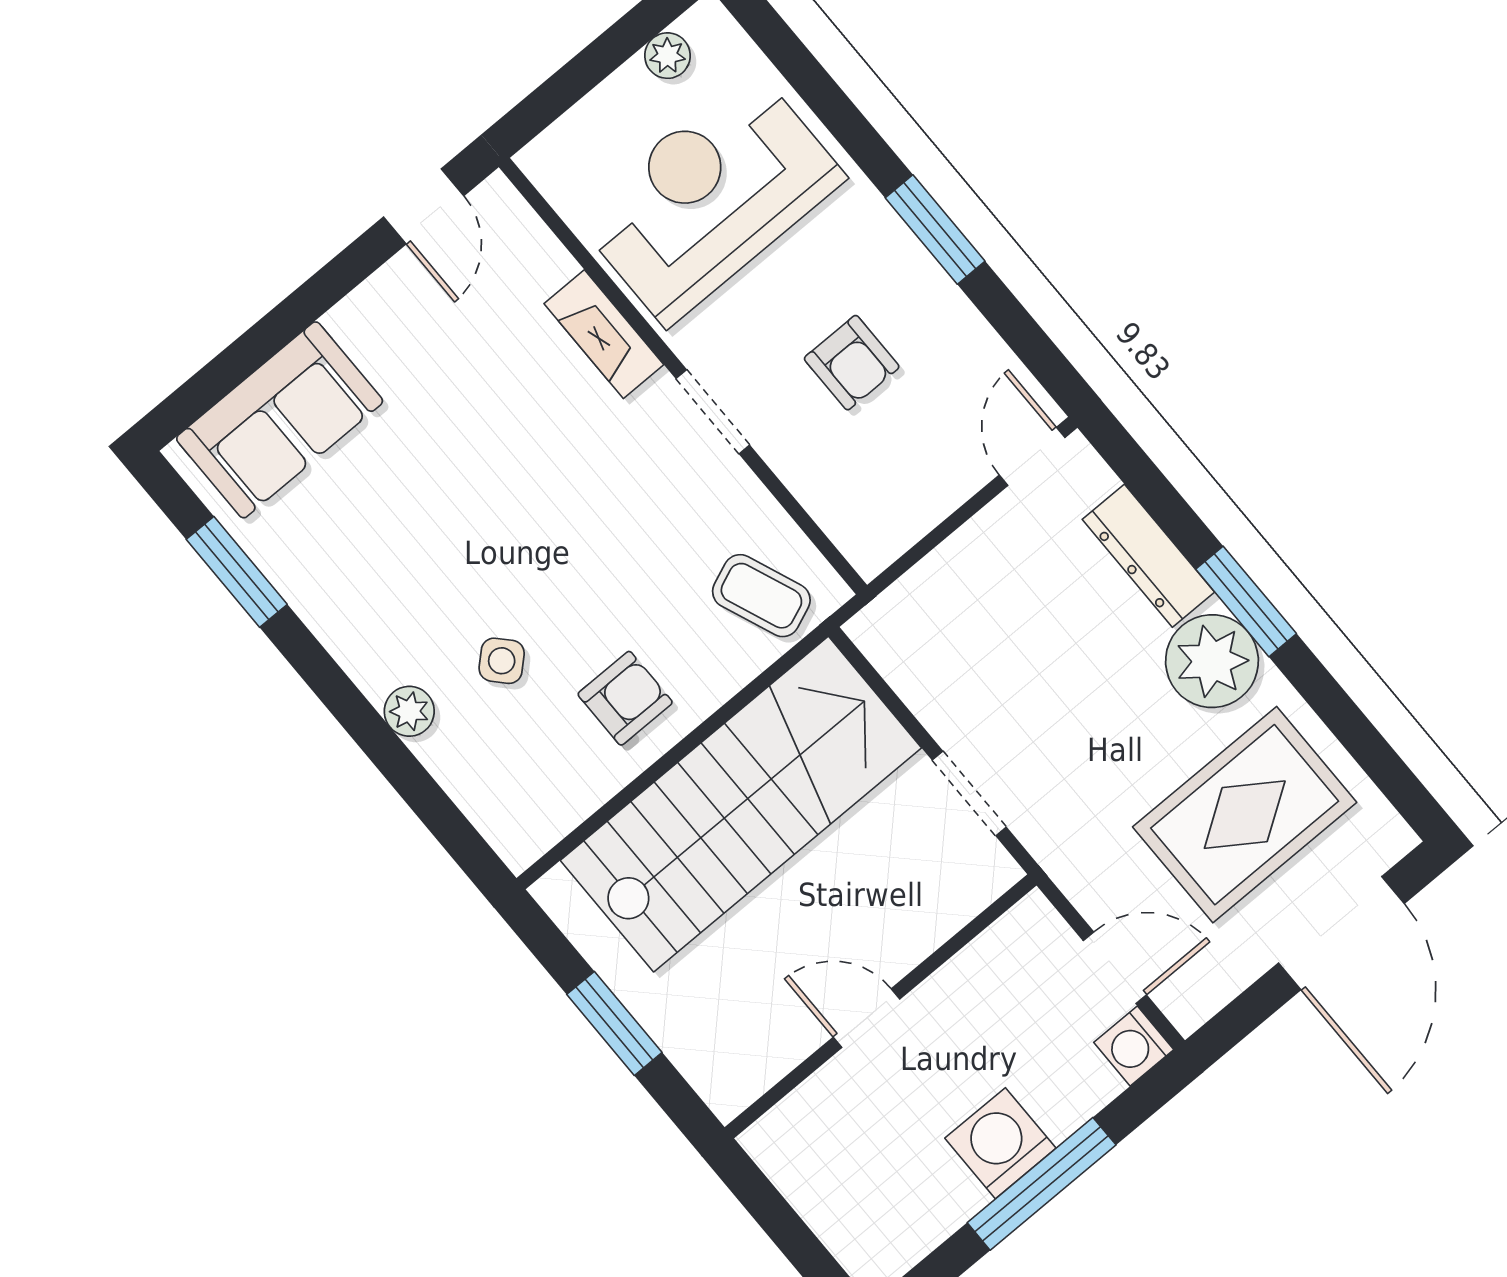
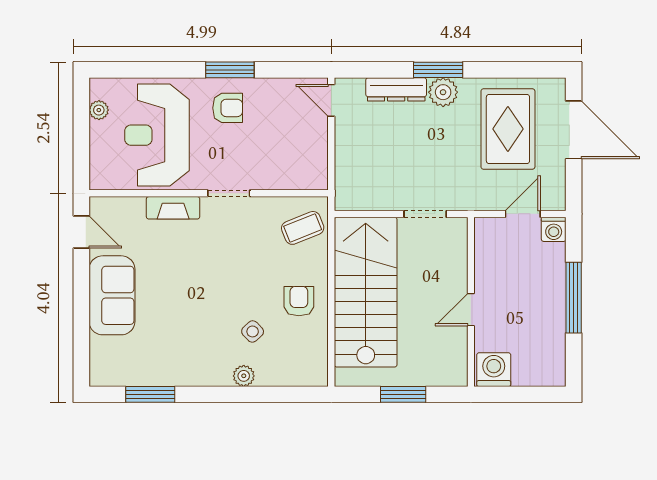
armchair: (852, 363) -> (228, 108), moved
sofa: (280, 420) -> (112, 295), moved
plant: (1212, 661) -> (443, 92), width x0.73, depth x0.73
washing machine: (1000, 1143) -> (494, 370), moved, turned 90

